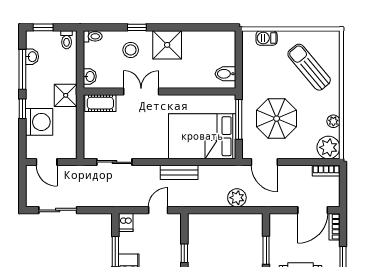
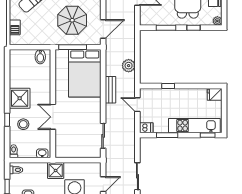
cot: (100, 103) -> (61, 146), removed
plant: (237, 198) -> (129, 66), moved

